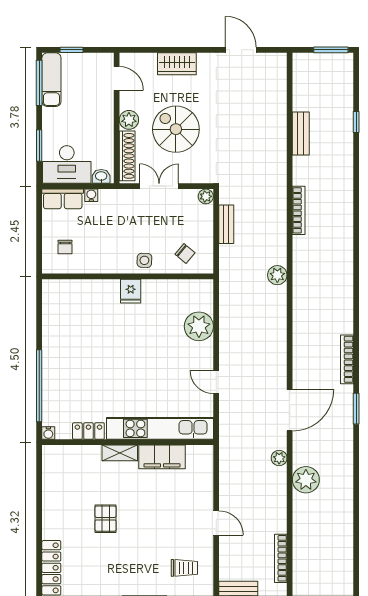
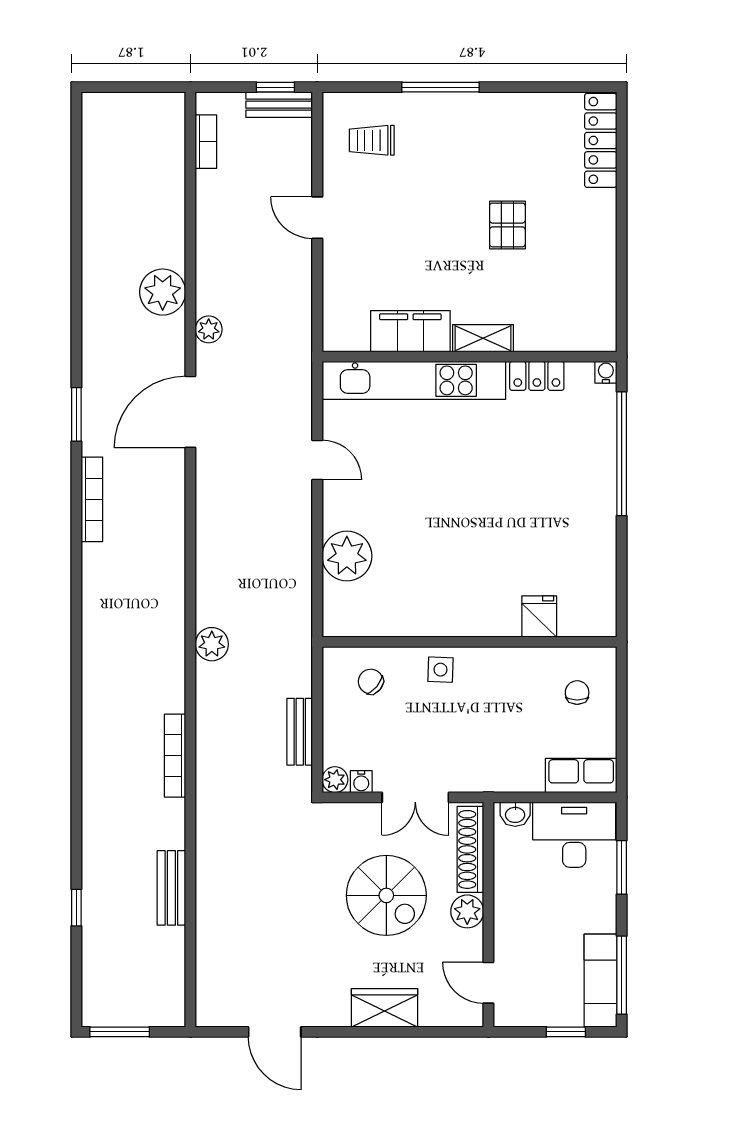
water cooler: (91, 195) -> (361, 782), moved
fridge: (131, 291) -> (539, 617), moved
bookcase: (281, 558) -> (206, 142), width x0.64

